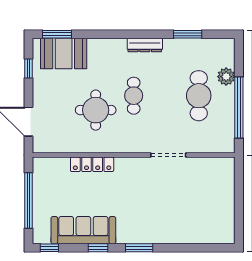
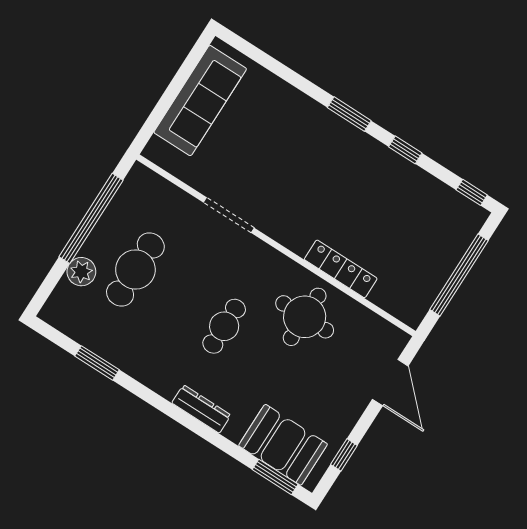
dresser: (145, 45) -> (201, 409), moved
round table: (96, 110) -> (305, 317), moved
sofa: (83, 230) -> (200, 101), moved, turned -90

